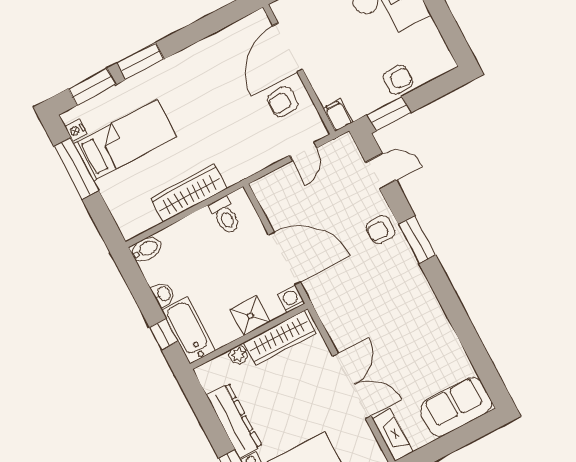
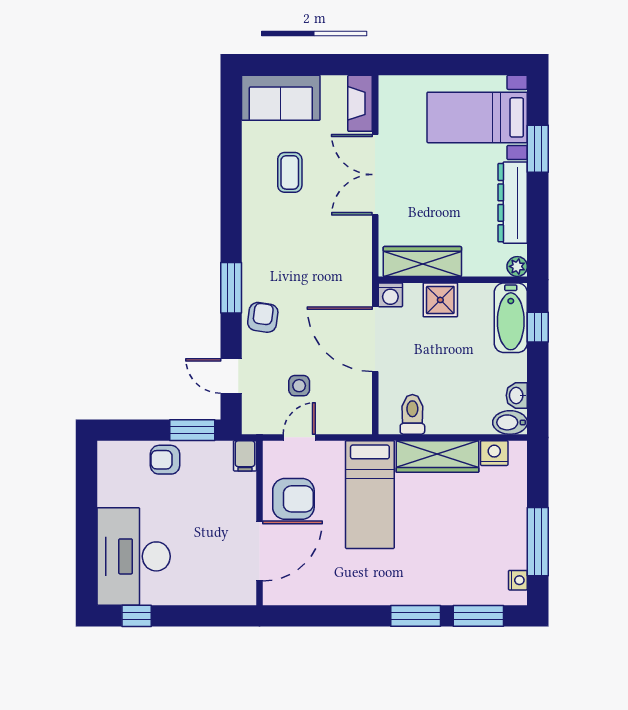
armchair: (283, 102) -> (293, 499), width x1.38, depth x1.38
bed: (125, 140) -> (370, 495), moved, turned -90
side table: (325, 192) -> (299, 386), added
nightstand: (146, 219) -> (494, 453), added
armchair: (381, 230) -> (263, 317), turned -82
washbasin: (163, 294) -> (517, 395), moved
coffee table: (419, 353) -> (290, 172), added
plant: (238, 355) -> (517, 266), moved

